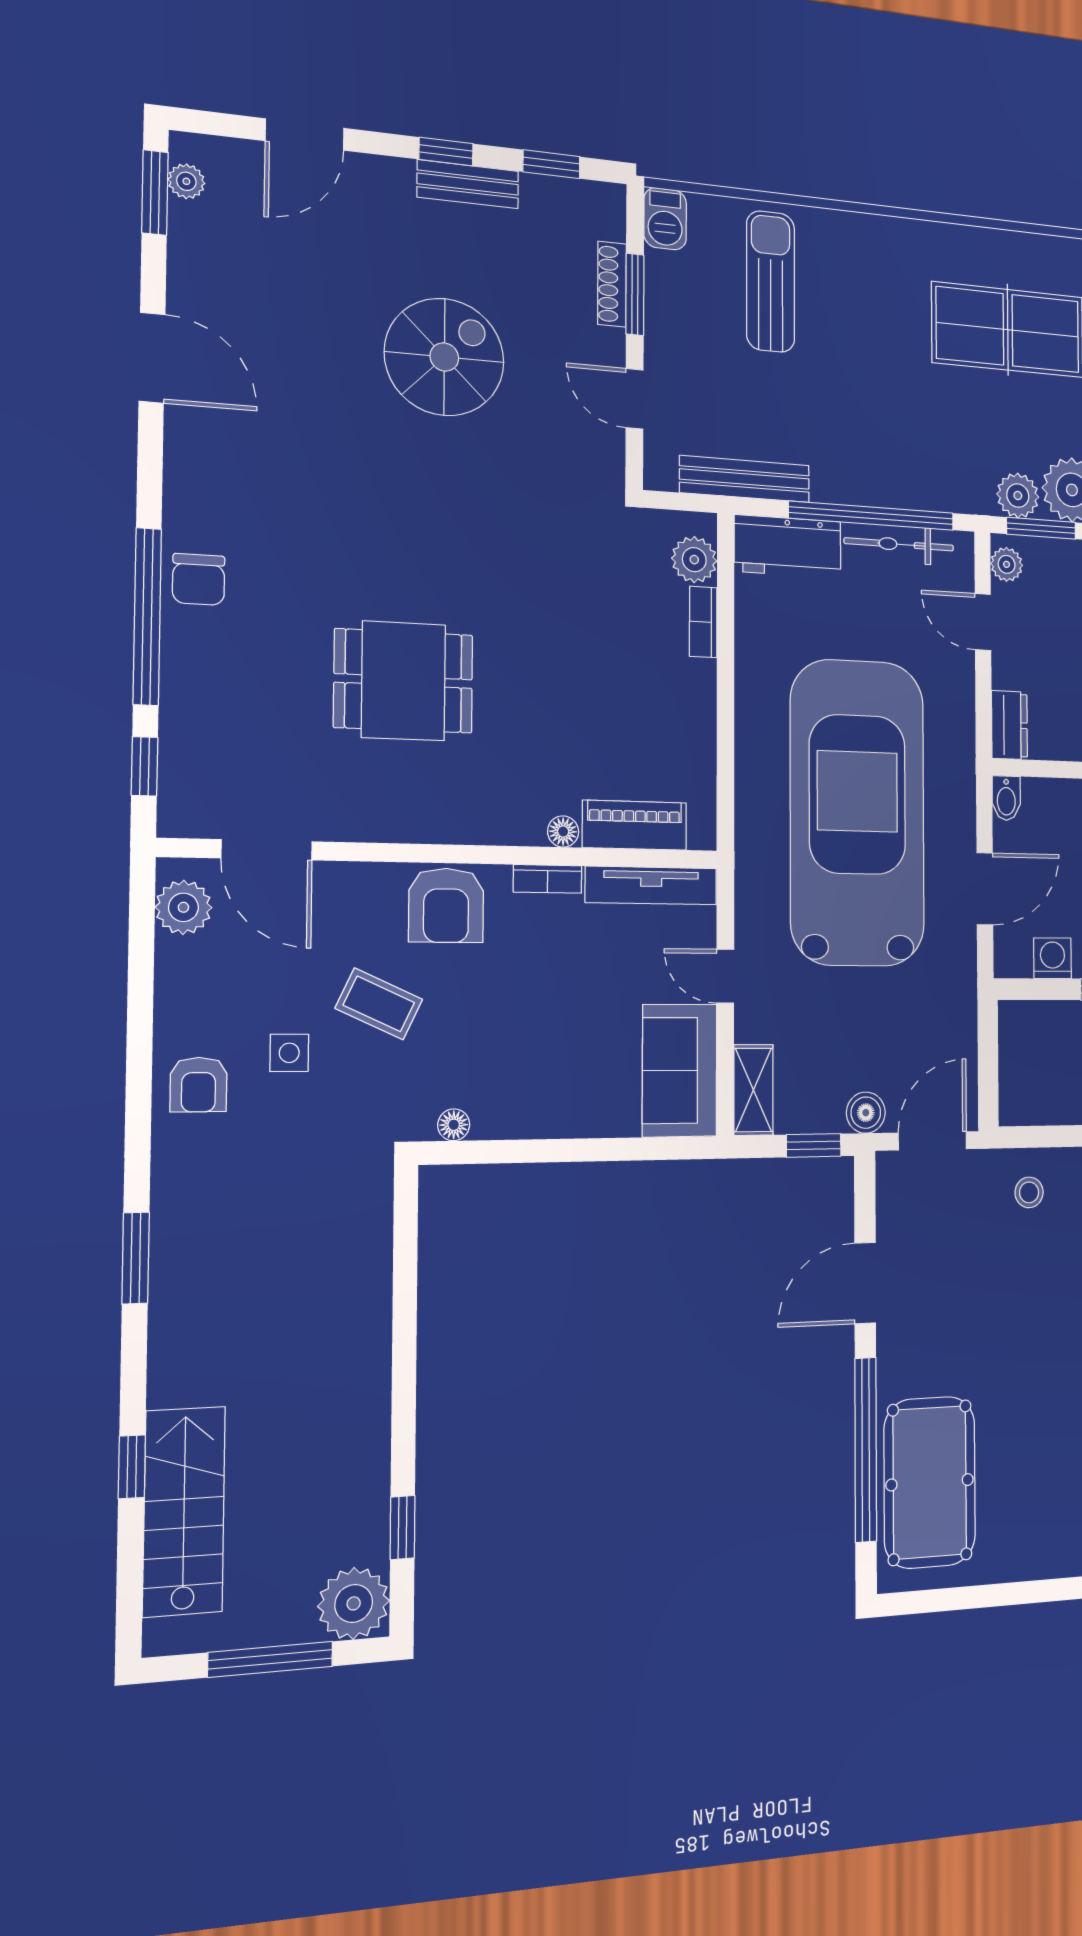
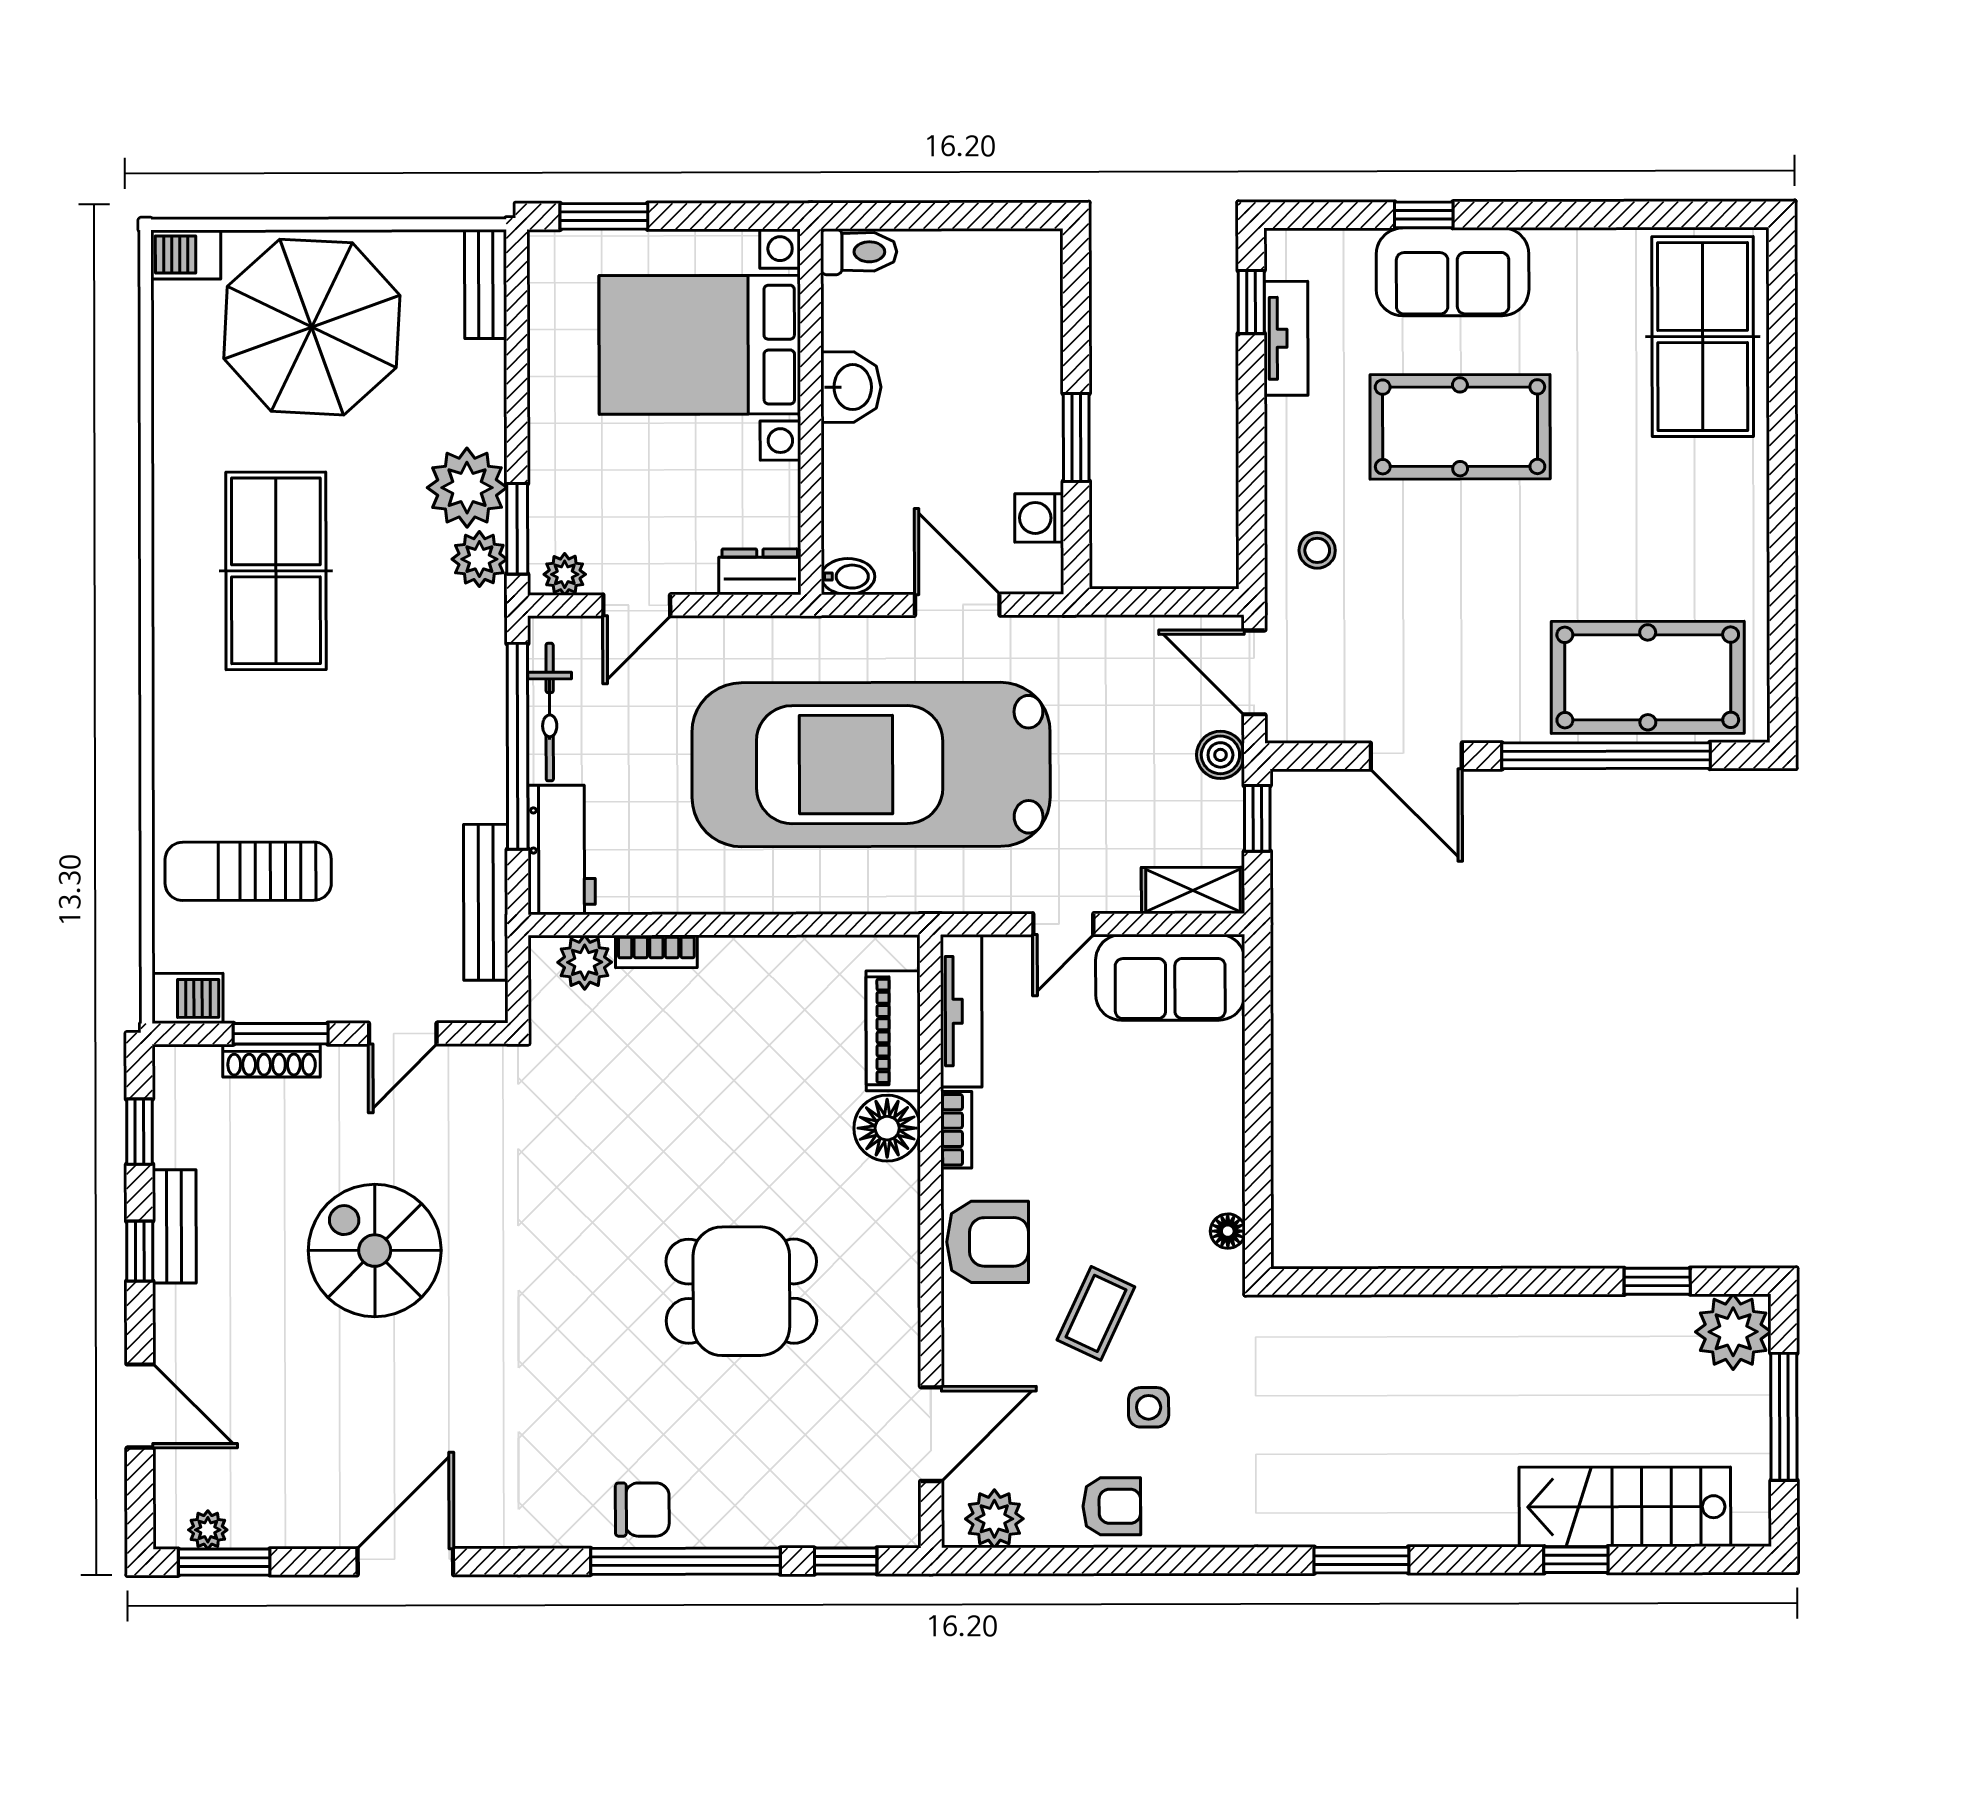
dining table: (403, 681) -> (741, 1291), turned 90
floor lamp: (563, 832) -> (887, 1128), width x1.89, depth x1.89
armchair: (199, 1085) -> (1112, 1506), moved

